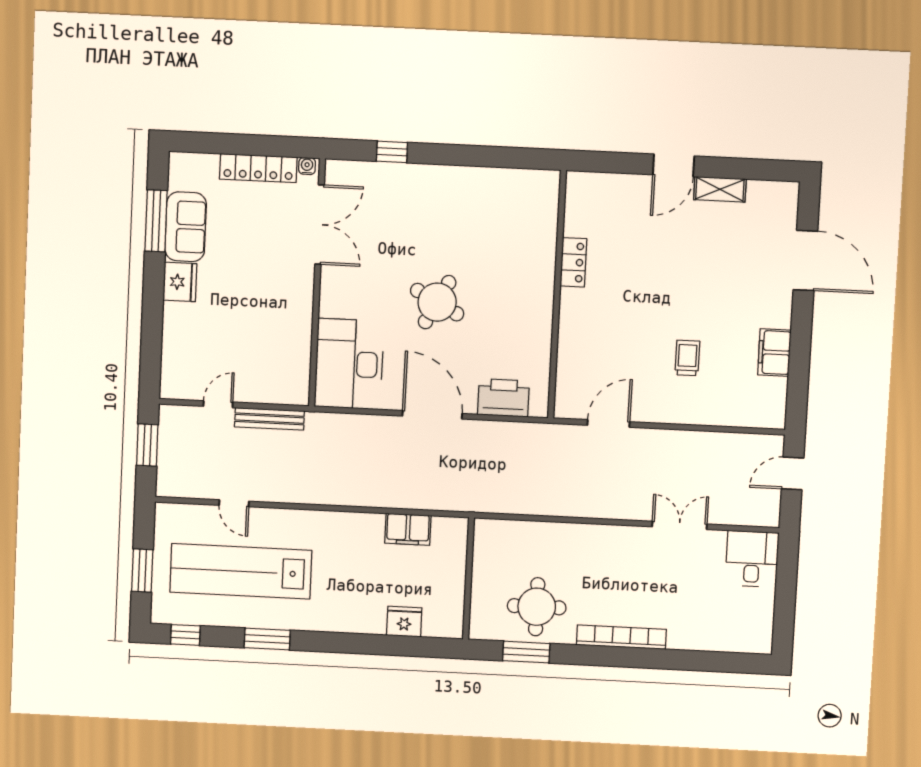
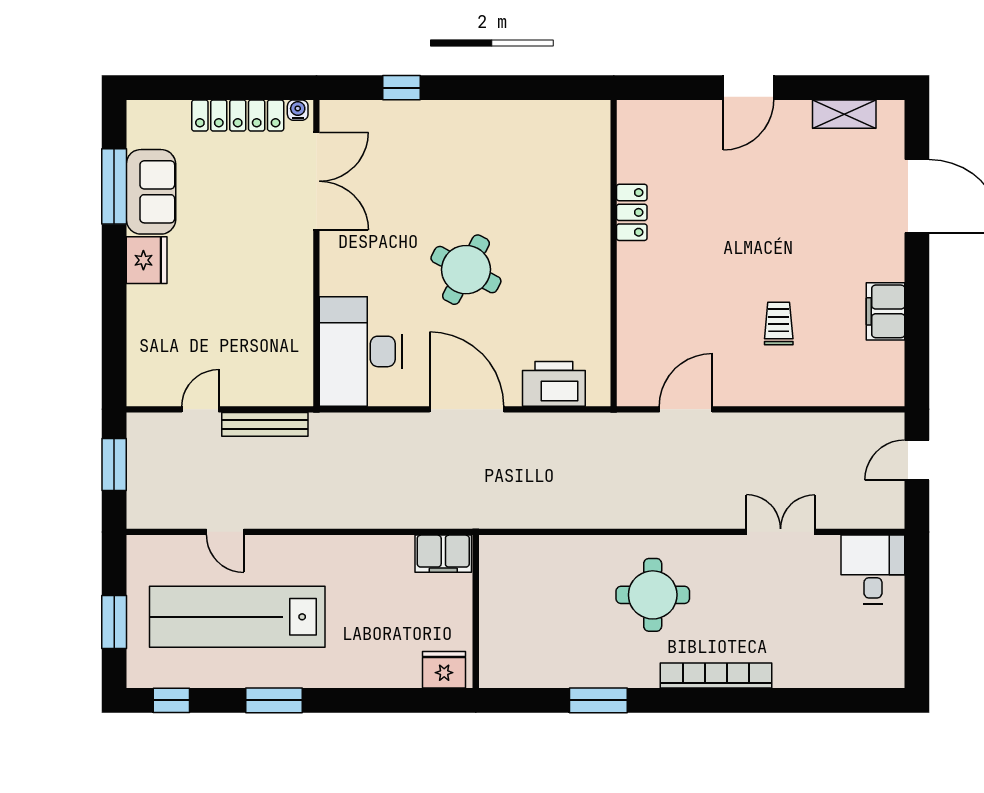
shelving: (720, 189) -> (844, 114), moved
wall: (468, 579) -> (476, 612), moved
round table: (537, 607) -> (653, 595), moved

